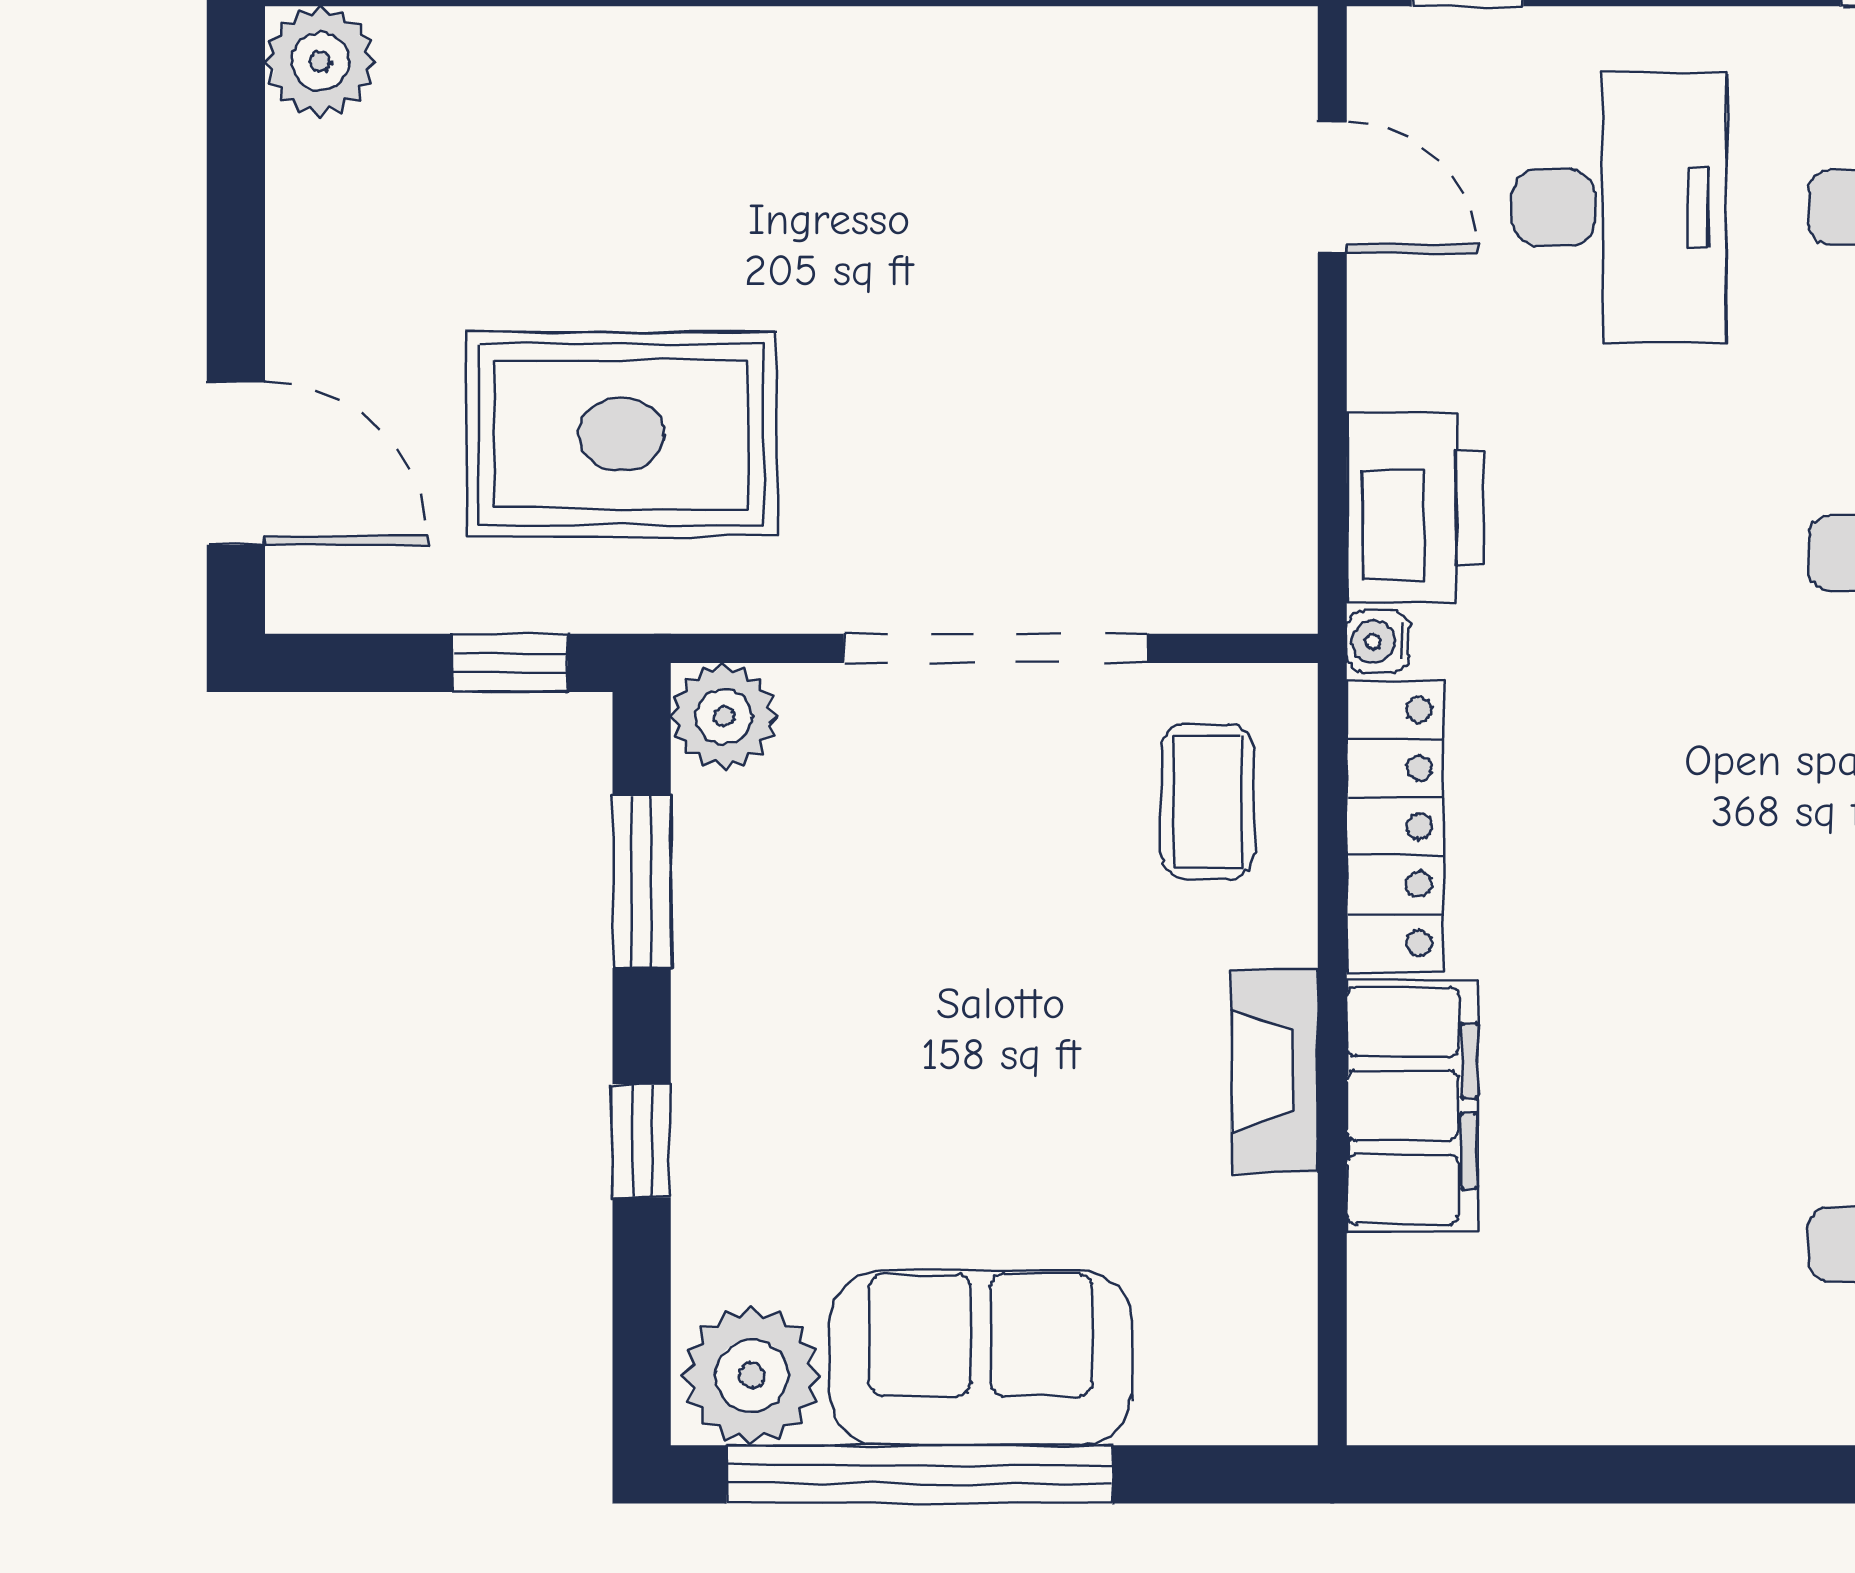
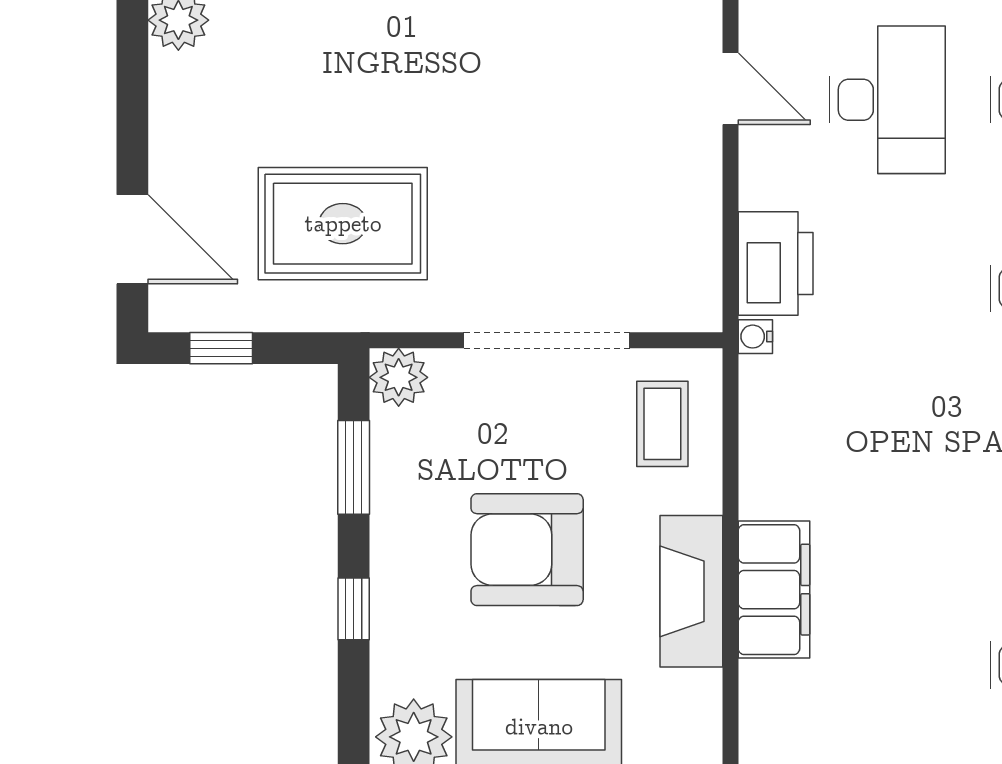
window: (510, 663) -> (221, 348), moved
locker: (1395, 826) -> (765, 437), removed
armchair: (959, 1032) -> (527, 550), added
fireplace: (1274, 1071) -> (691, 591), width x1.37, depth x1.32

